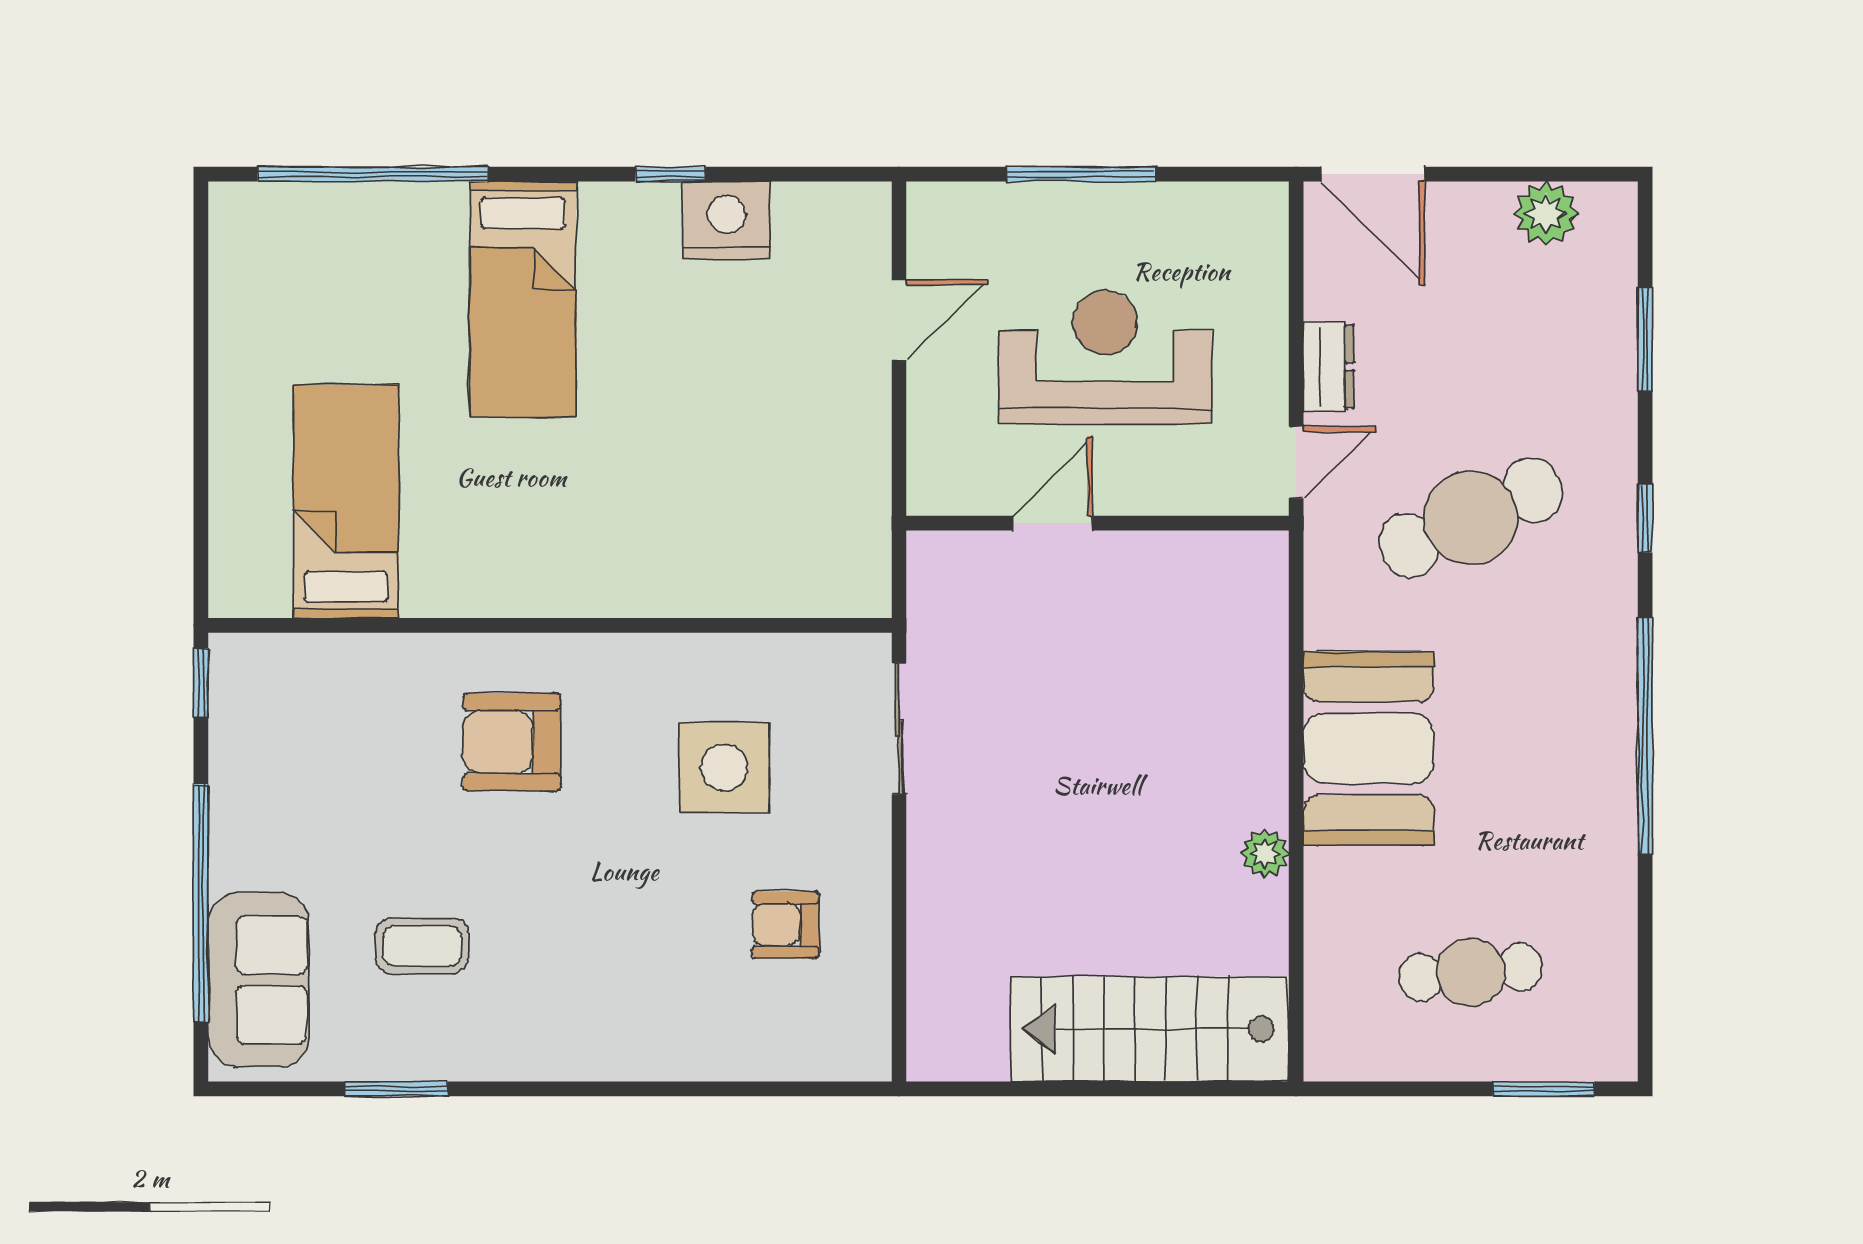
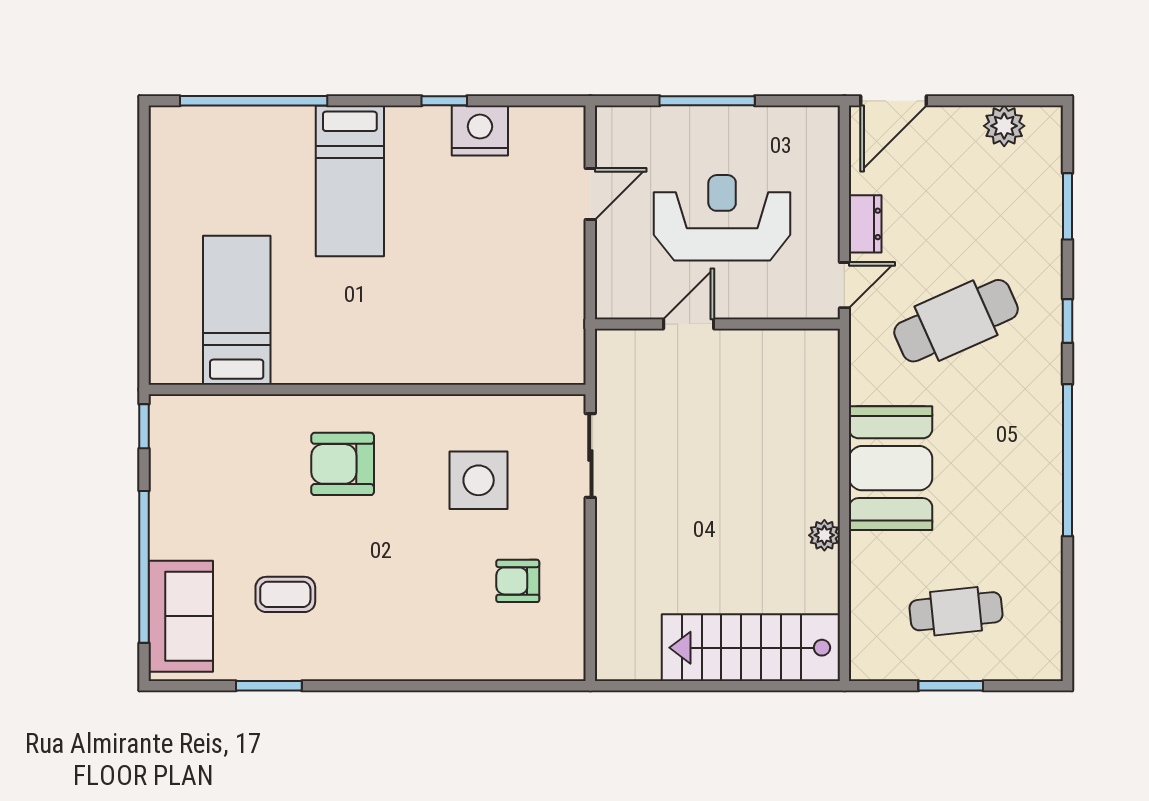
door: (1373, 174) -> (893, 101), hinge flipped
window: (1543, 1089) -> (951, 686), moved

